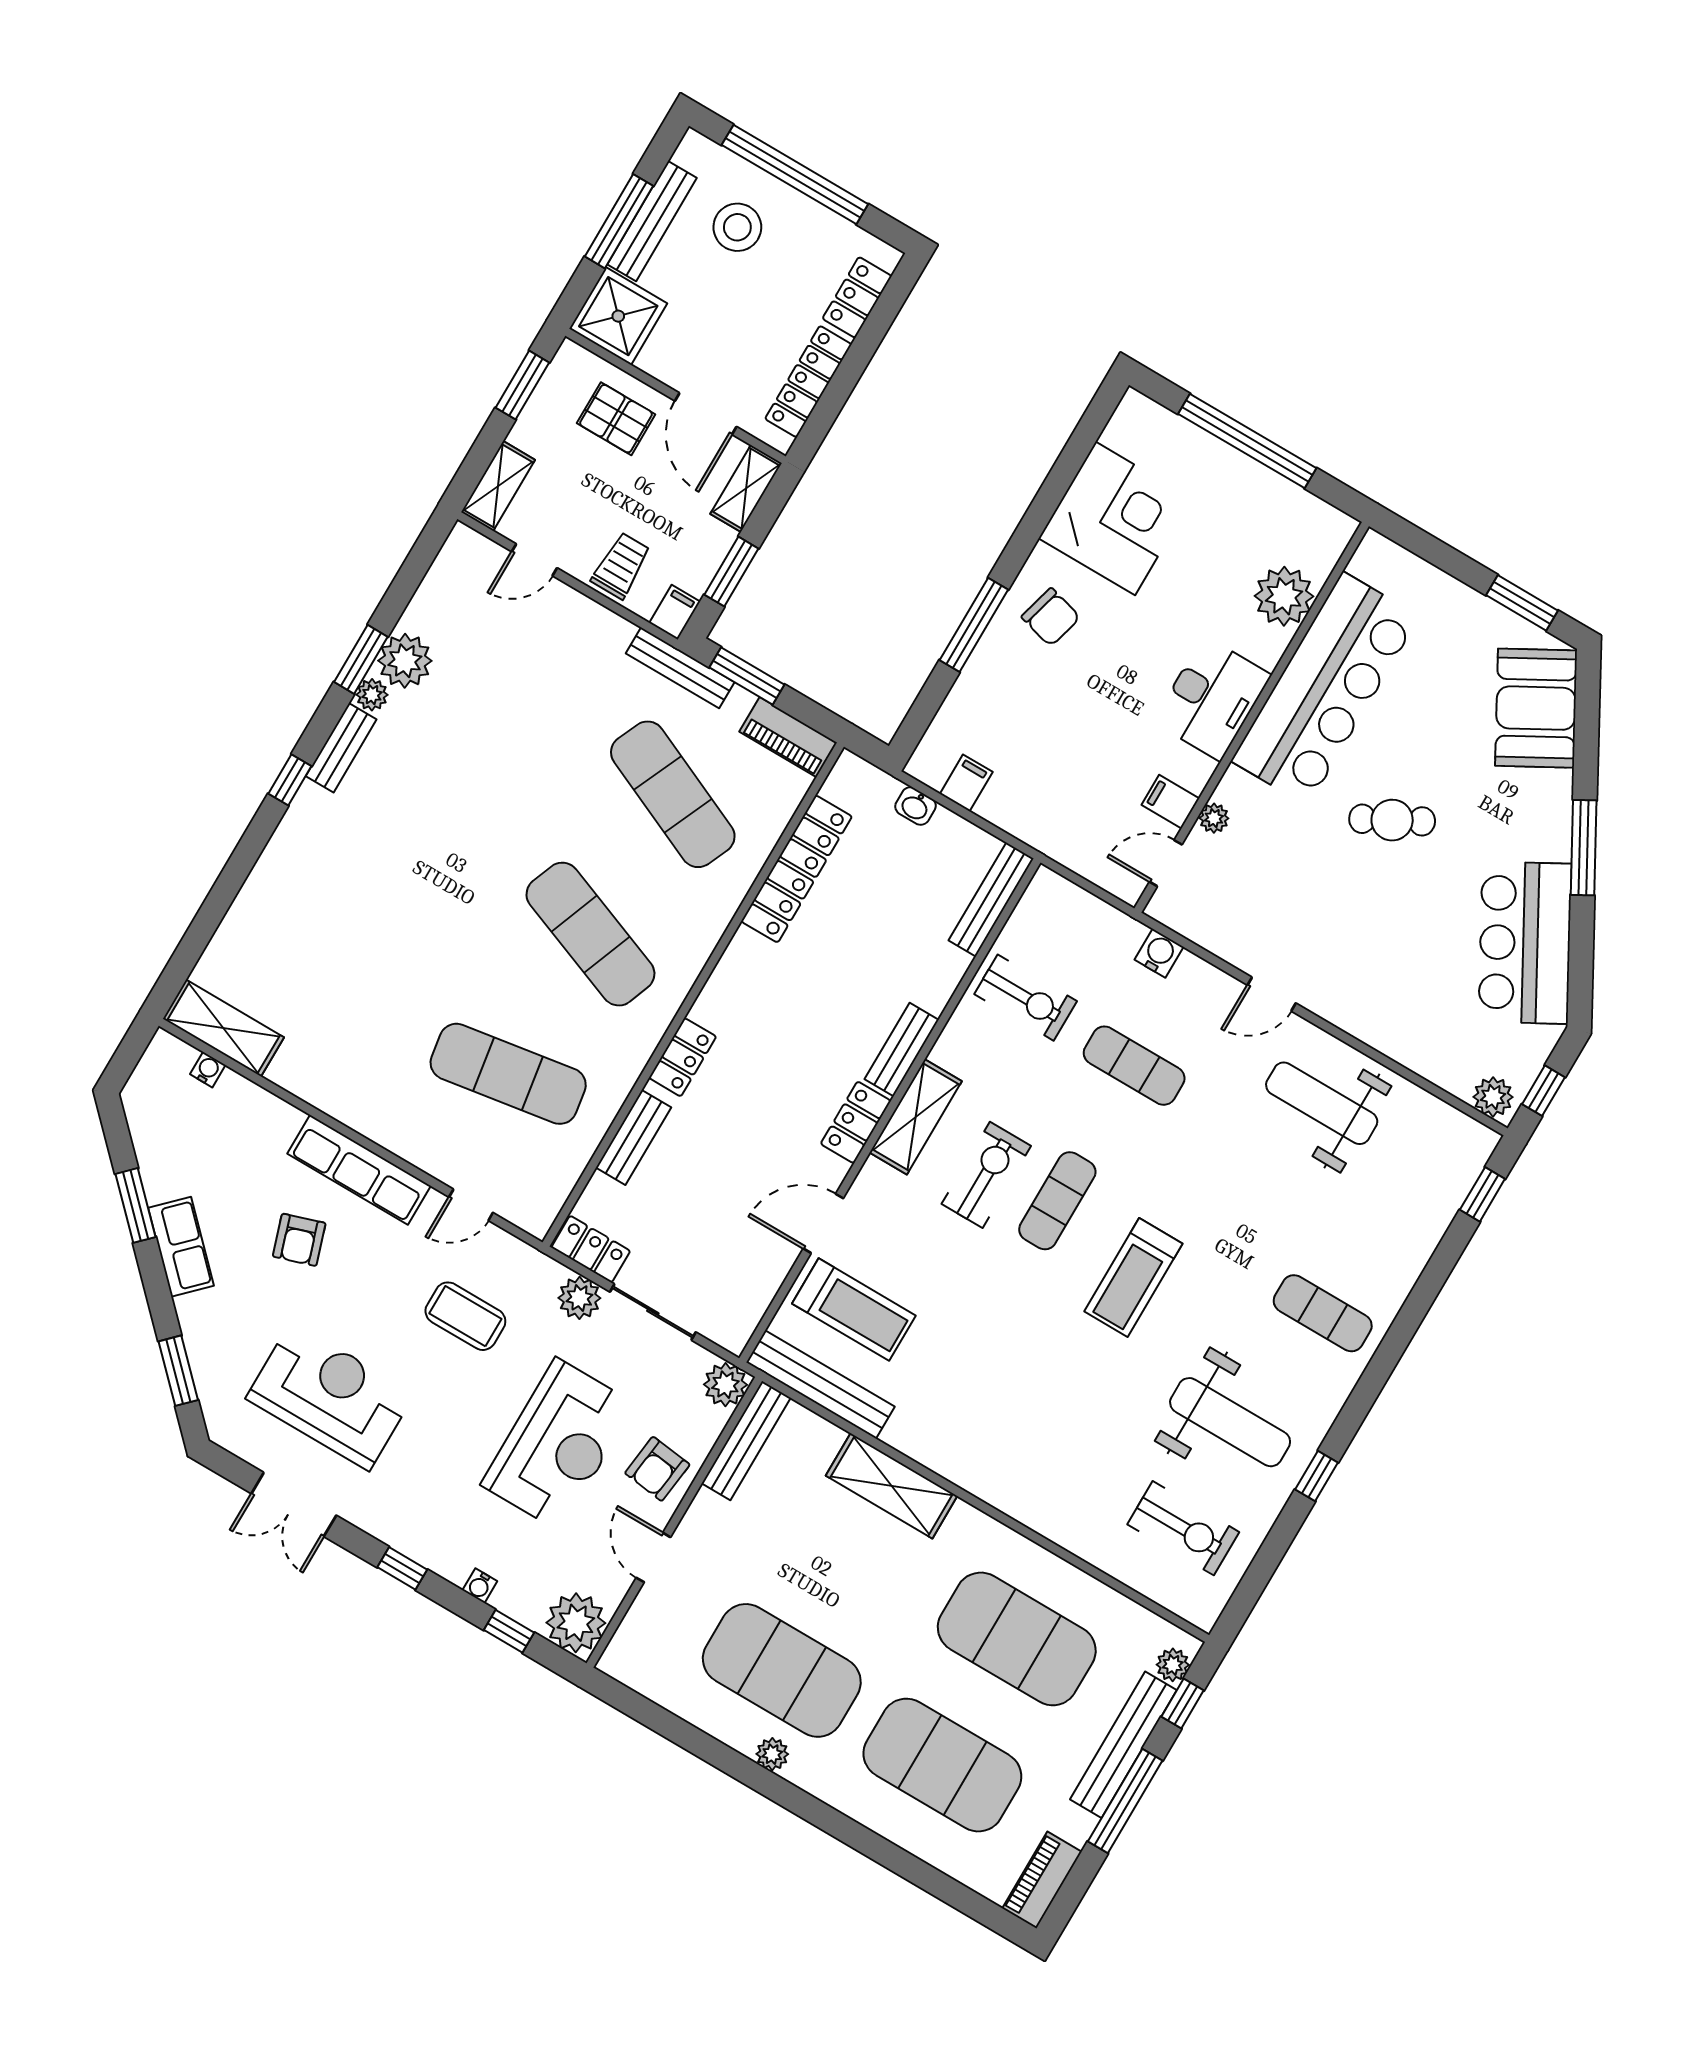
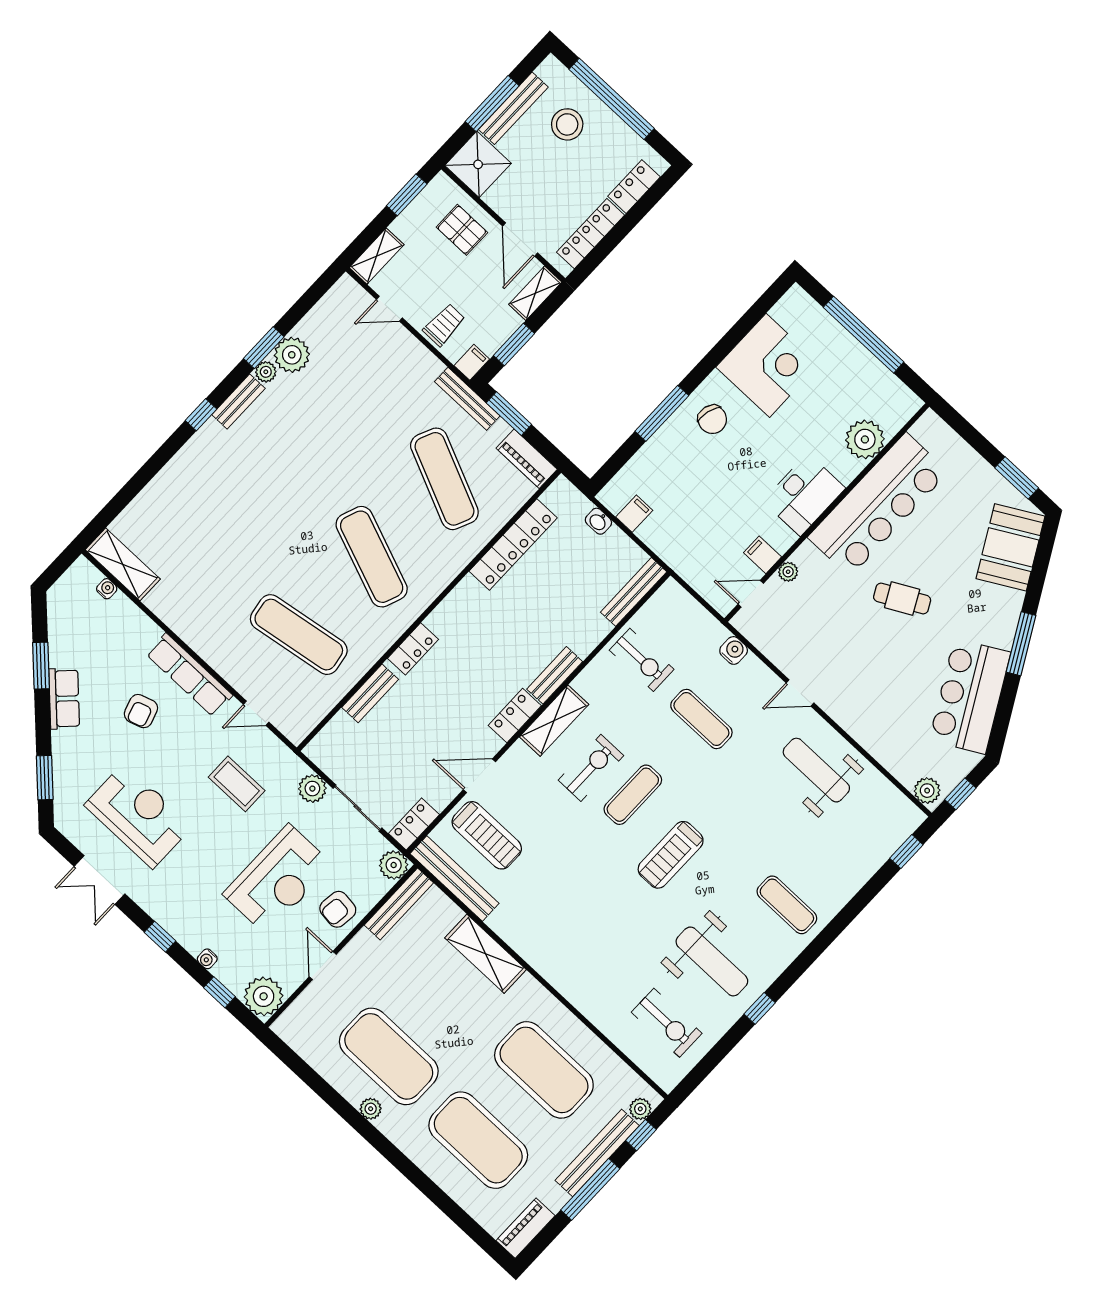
locker: (591, 1249) -> (414, 824), moved, turned -90

